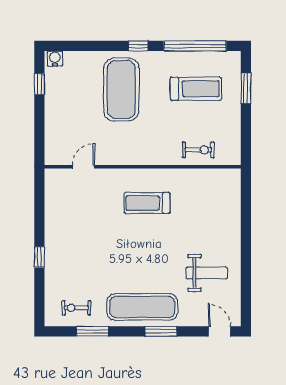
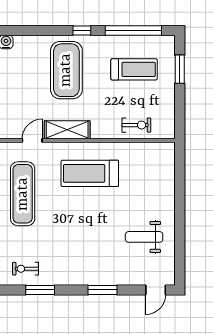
shelving: (122, 155) -> (67, 130), added
treadmill: (147, 203) -> (90, 173), width x1.37, depth x1.38
weight bench: (207, 273) -> (144, 237), turned 180
exercise mat: (142, 307) -> (23, 194), moved, turned 90
door: (219, 331) -> (156, 290), swing flipped

